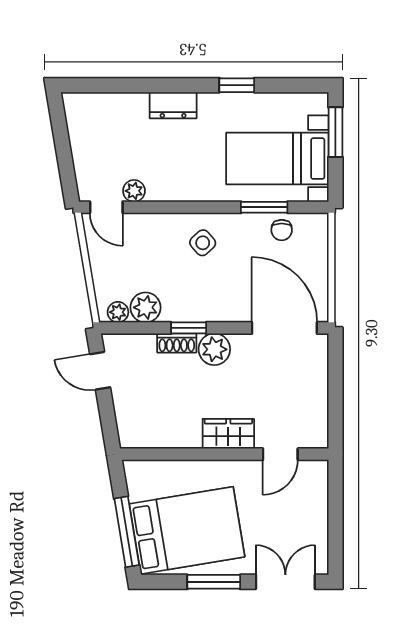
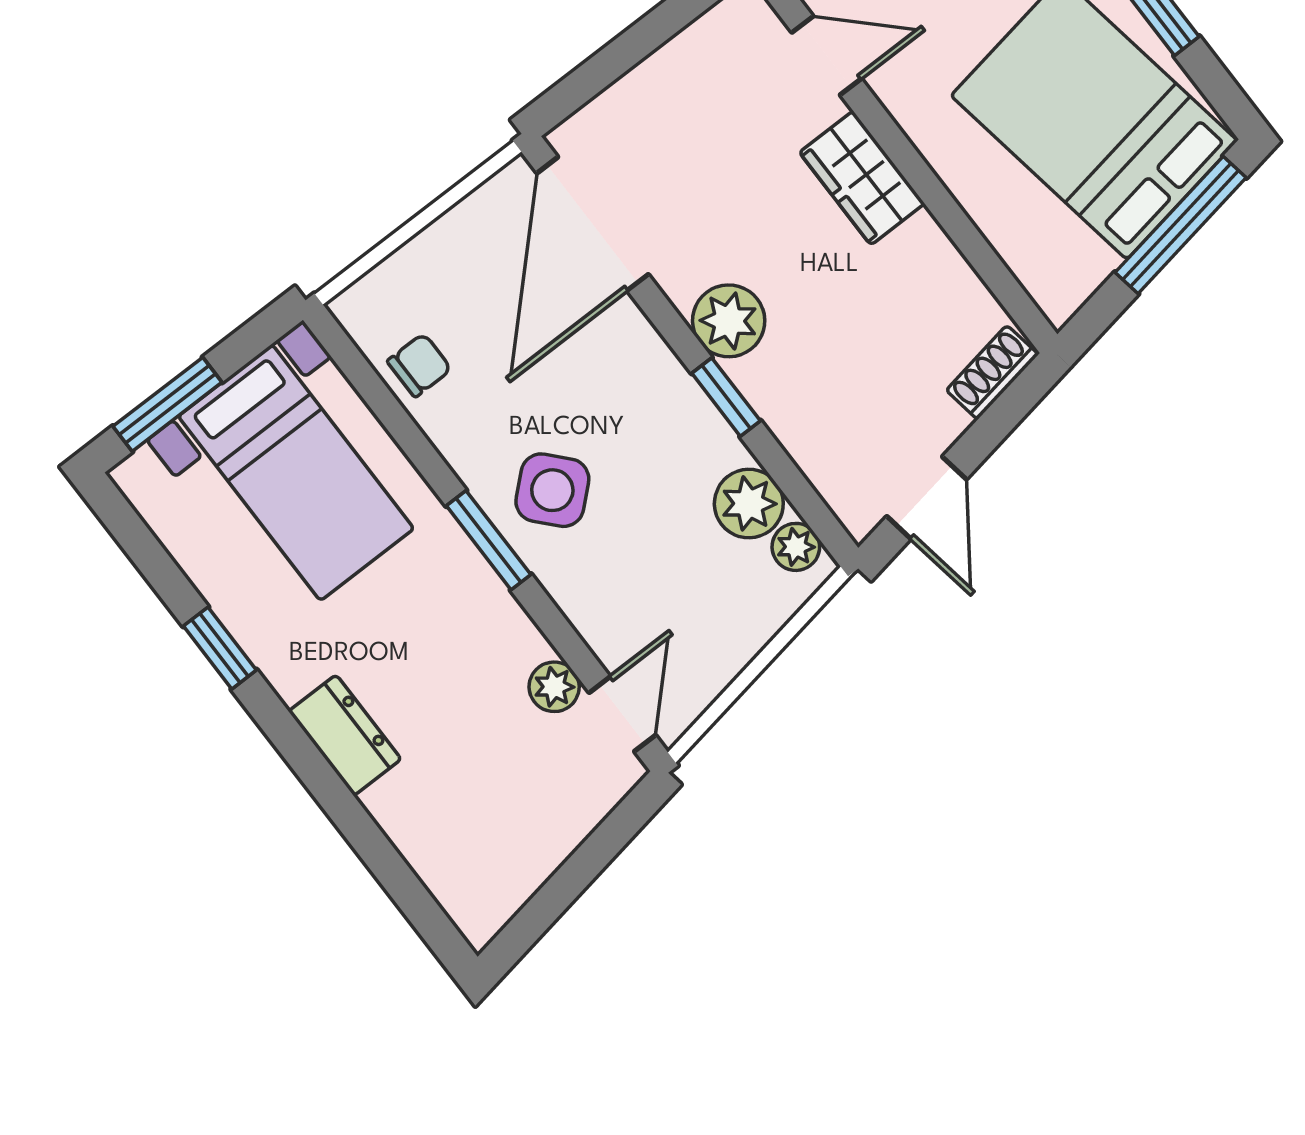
window: (264, 207) -> (489, 540), moved
side table: (203, 243) -> (552, 490), width x1.37, depth x1.37
shoe rack: (177, 343) -> (992, 372), moved, turned -99

